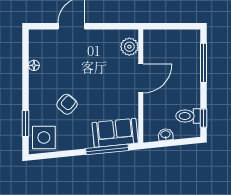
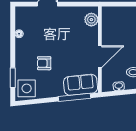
door: (141, 78) -> (100, 57), moved
armchair: (67, 104) -> (44, 63), turned -131

